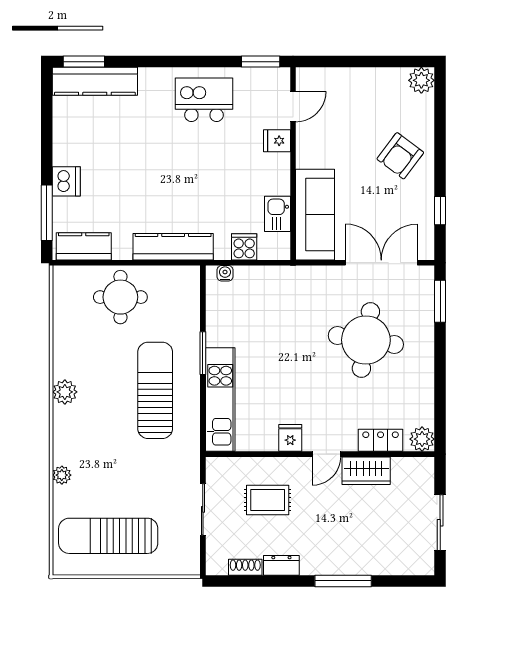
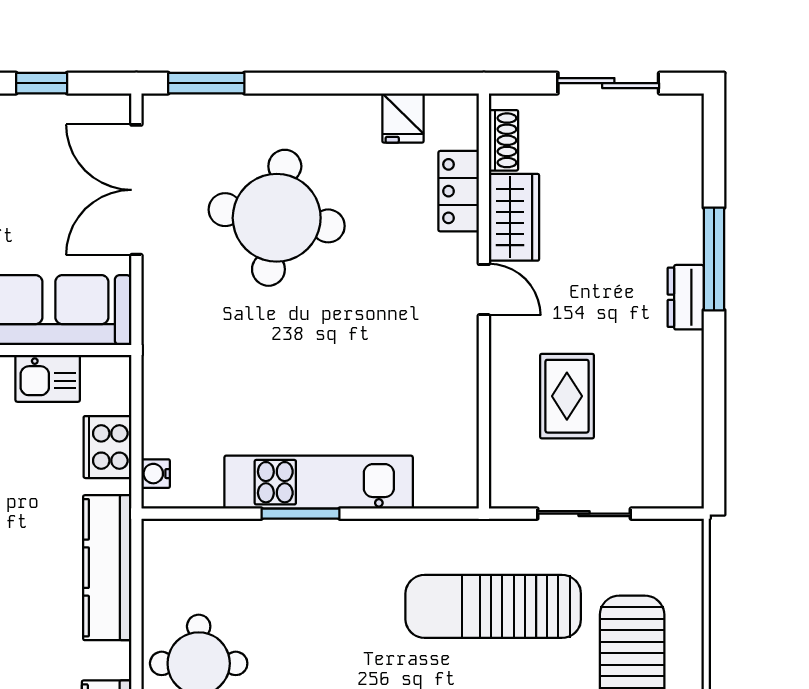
cooker: (244, 247) -> (107, 447), width x1.36
sun lounger: (155, 390) -> (493, 606), moved
kitchen unit: (220, 400) -> (319, 482), moved
fridge: (290, 438) -> (403, 118), moved, turned -90
plant: (422, 439) -> (456, 116), removed
dresser: (281, 565) -> (686, 297), moved
shoe rack: (245, 567) -> (503, 140), moved, turned 180

